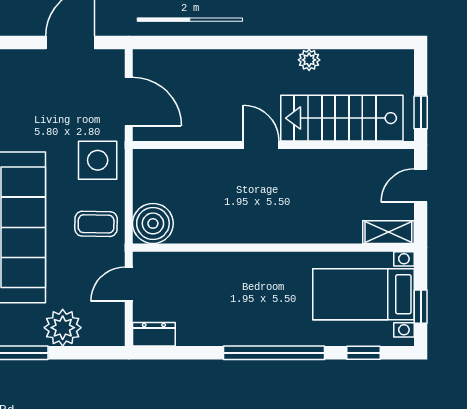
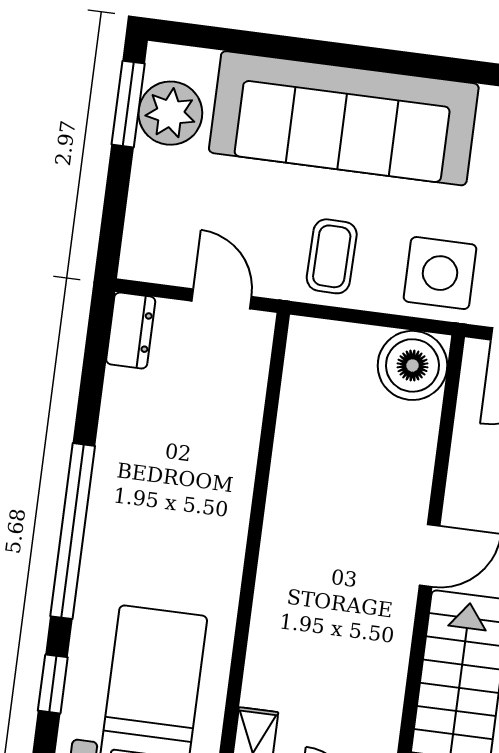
boiler: (153, 223) -> (412, 365), moved
plant: (63, 328) -> (170, 113), moved

